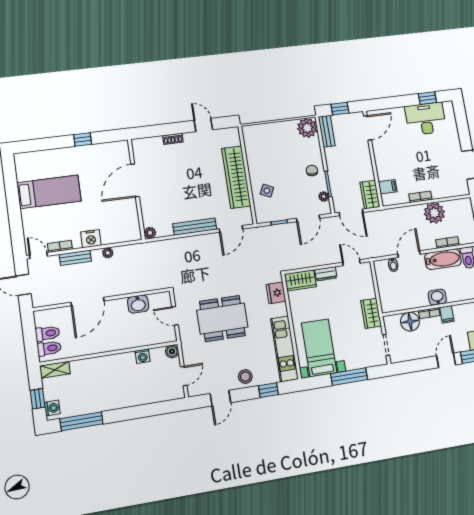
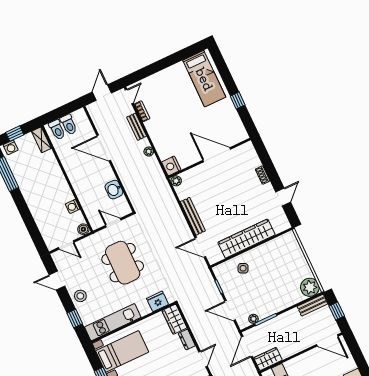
chair: (312, 170) -> (273, 302), removed
bed: (49, 192) -> (204, 79), moved
nightstand: (91, 239) -> (171, 166), moved
door: (175, 316) -> (113, 223), hinge flipped

